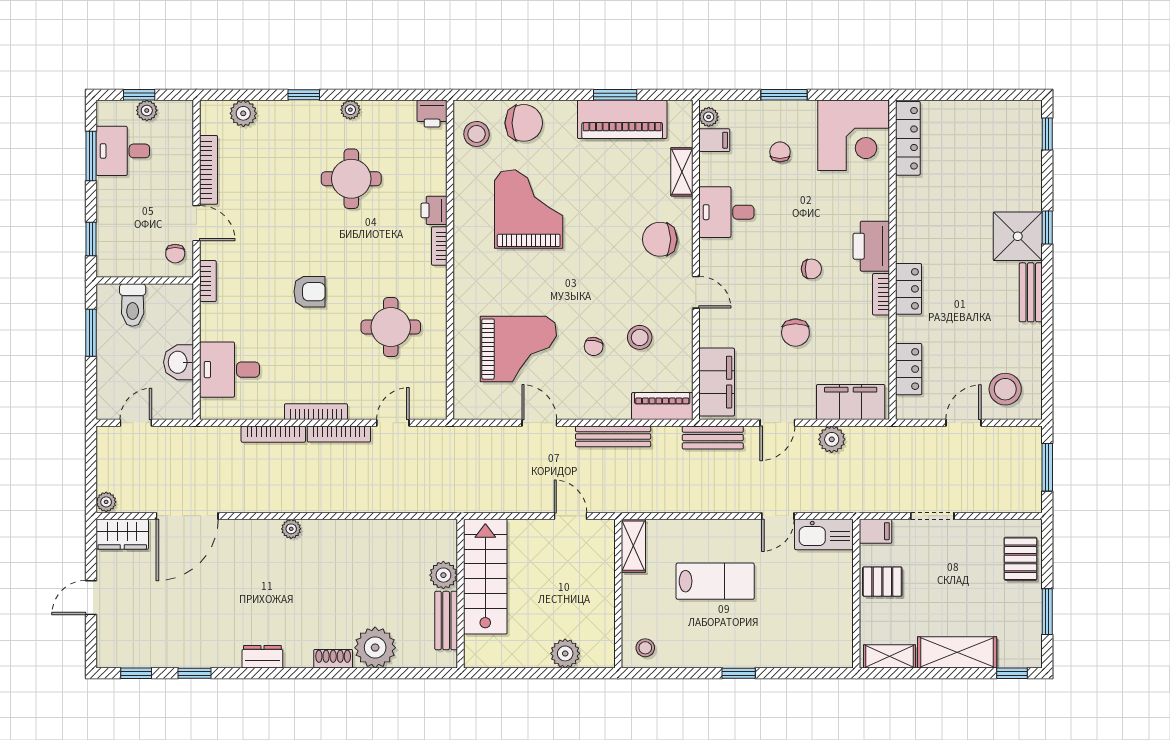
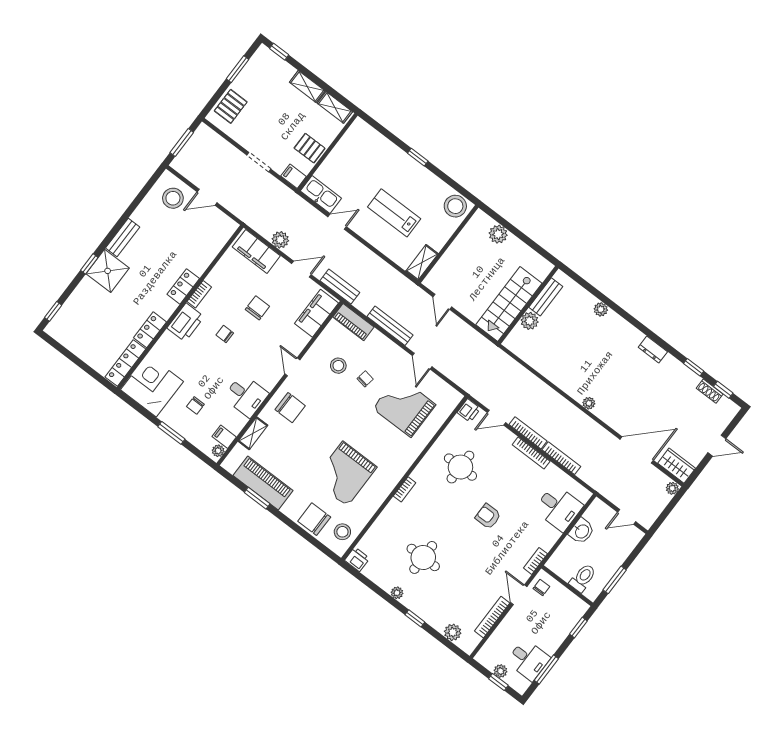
printer: (434, 210) -> (469, 411), moved
locker: (909, 369) -> (150, 330), moved
plant: (375, 648) -> (601, 309), width x0.53, depth x0.53
stool: (645, 648) -> (455, 206), width x1.89, depth x1.89
shelving: (957, 652) -> (307, 87), width x0.67, depth x0.75
shoe rack: (333, 659) -> (710, 391), moved

